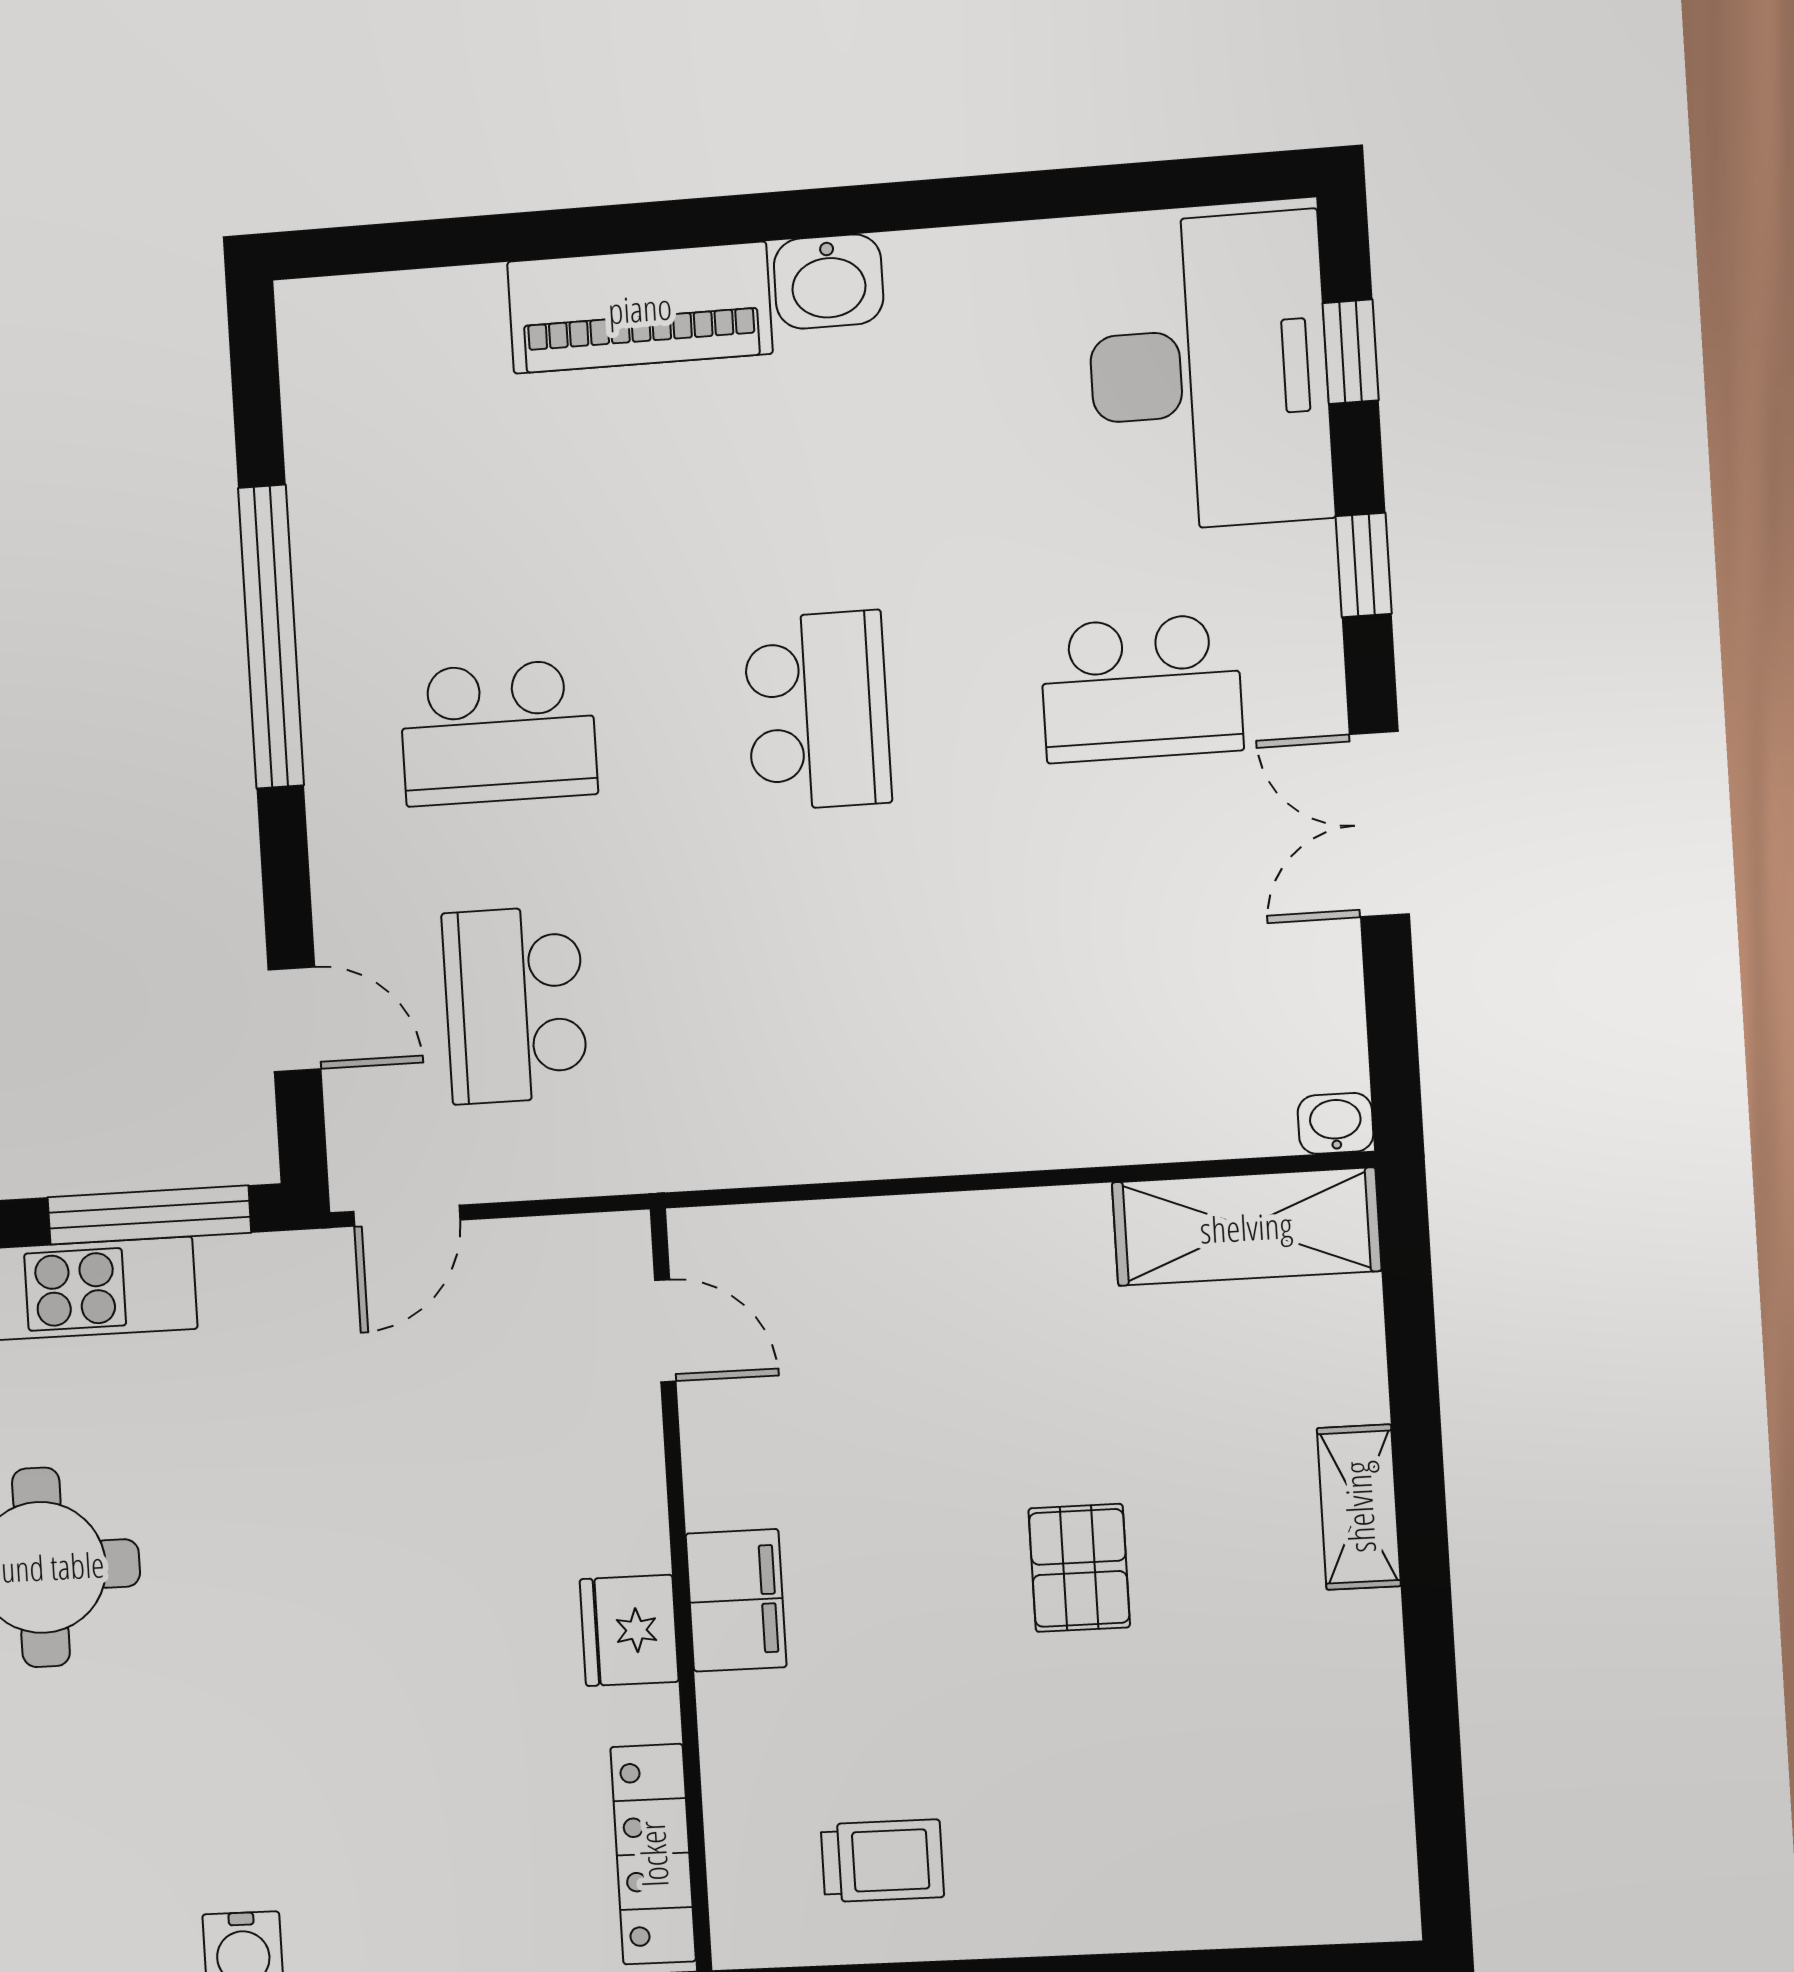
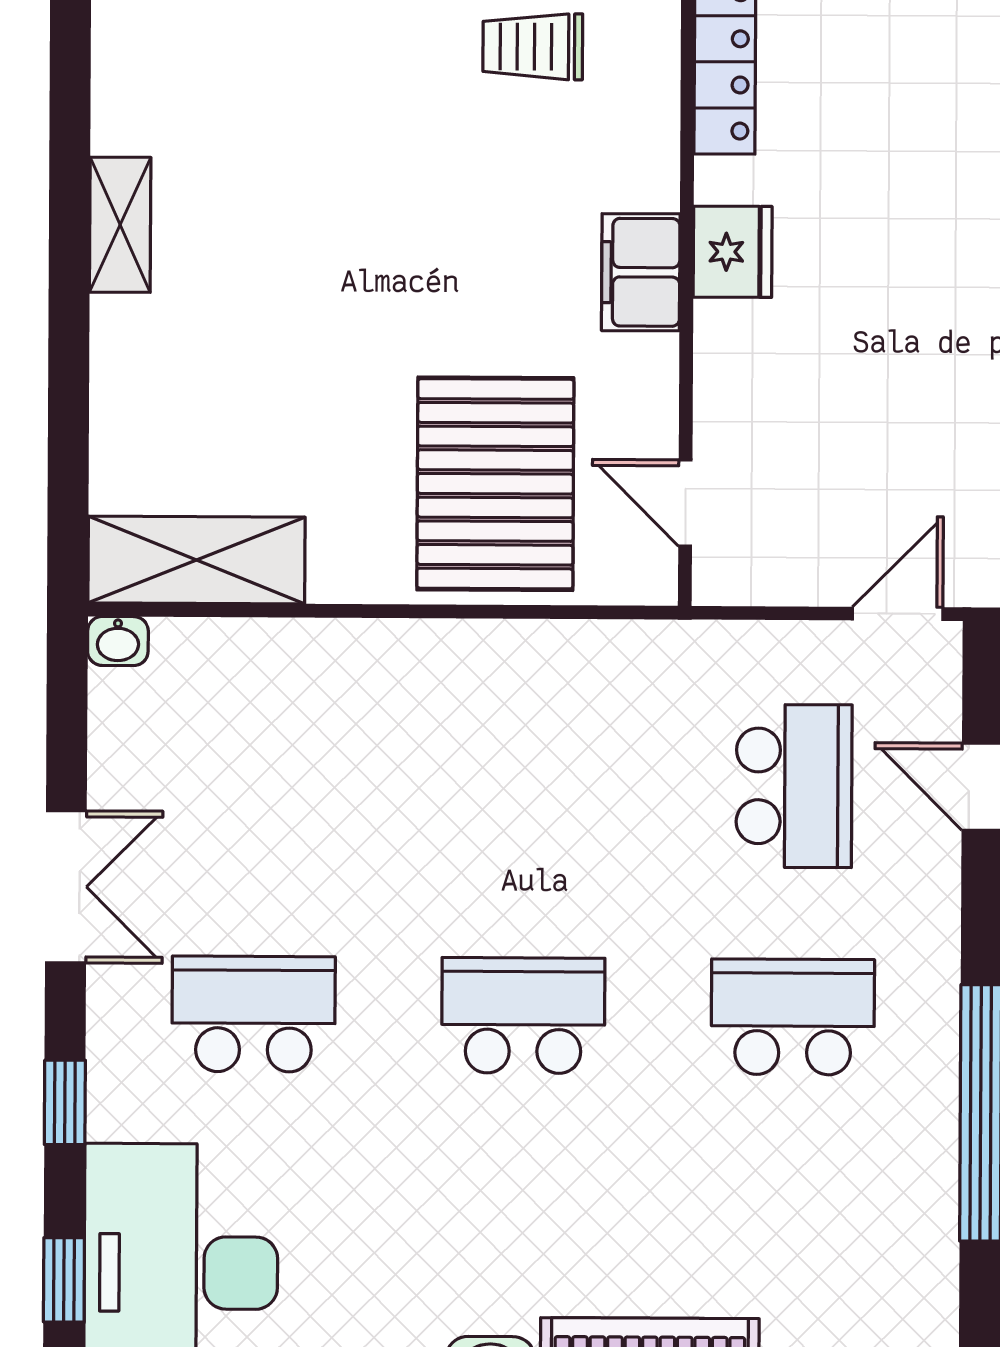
school desk: (817, 711) -> (523, 1015), turned 90
shelving: (1359, 1507) -> (120, 225), moved
pallet: (1079, 1568) -> (495, 484), moved, width x2.05, depth x2.00

